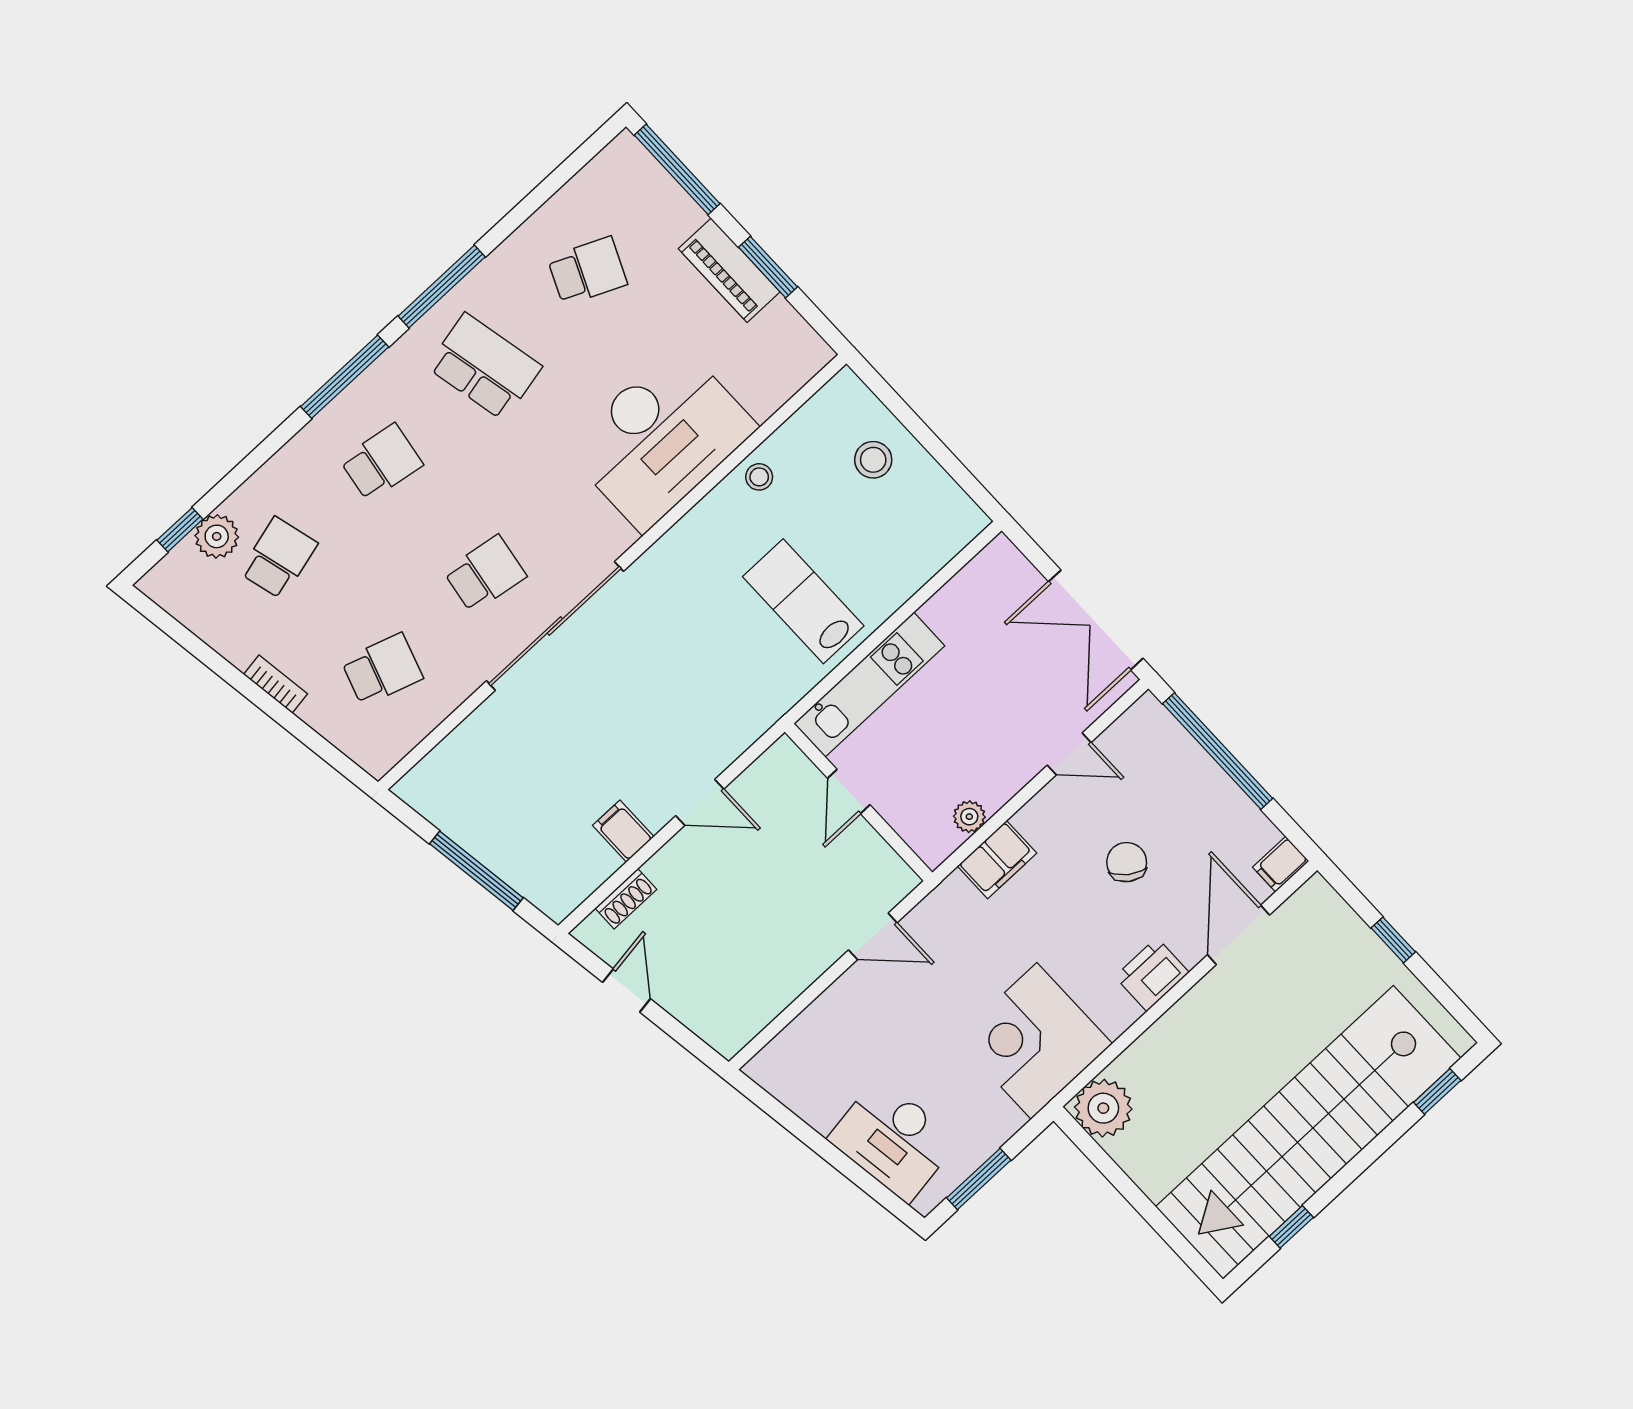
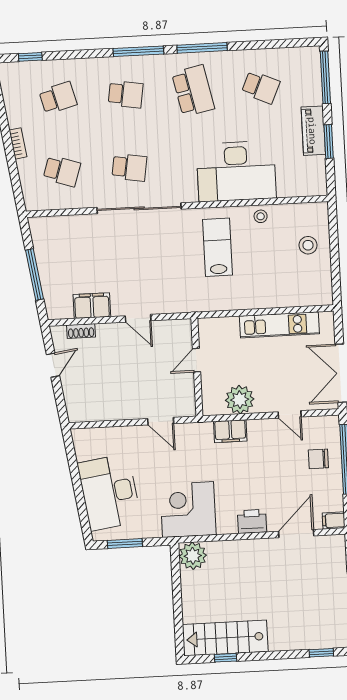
plant: (217, 536) -> (42, 71), removed
lab bench: (803, 601) -> (217, 247), moved
kitchen unit: (869, 685) -> (279, 325), moved
plant: (969, 817) -> (240, 400), width x1.87, depth x1.87
filing cabinet: (623, 831) -> (92, 306), width x2.00
chair: (1127, 862) -> (318, 459), moved, turned -126
stairs: (1308, 1132) -> (225, 638), width x0.54, depth x0.66
desk: (893, 1140) -> (109, 492), width x1.36, depth x1.30

